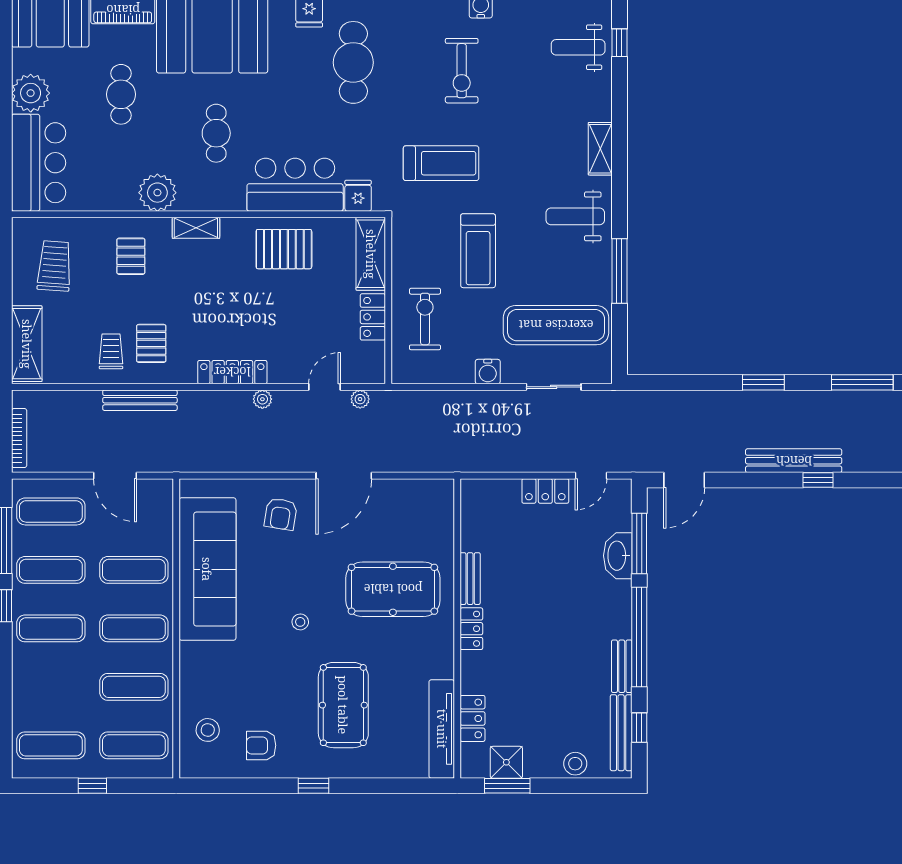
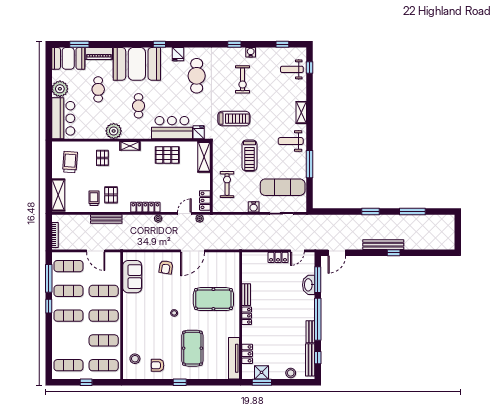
locker: (373, 317) -> (205, 200), moved
sofa: (207, 569) -> (132, 277), width x0.54, depth x0.79

